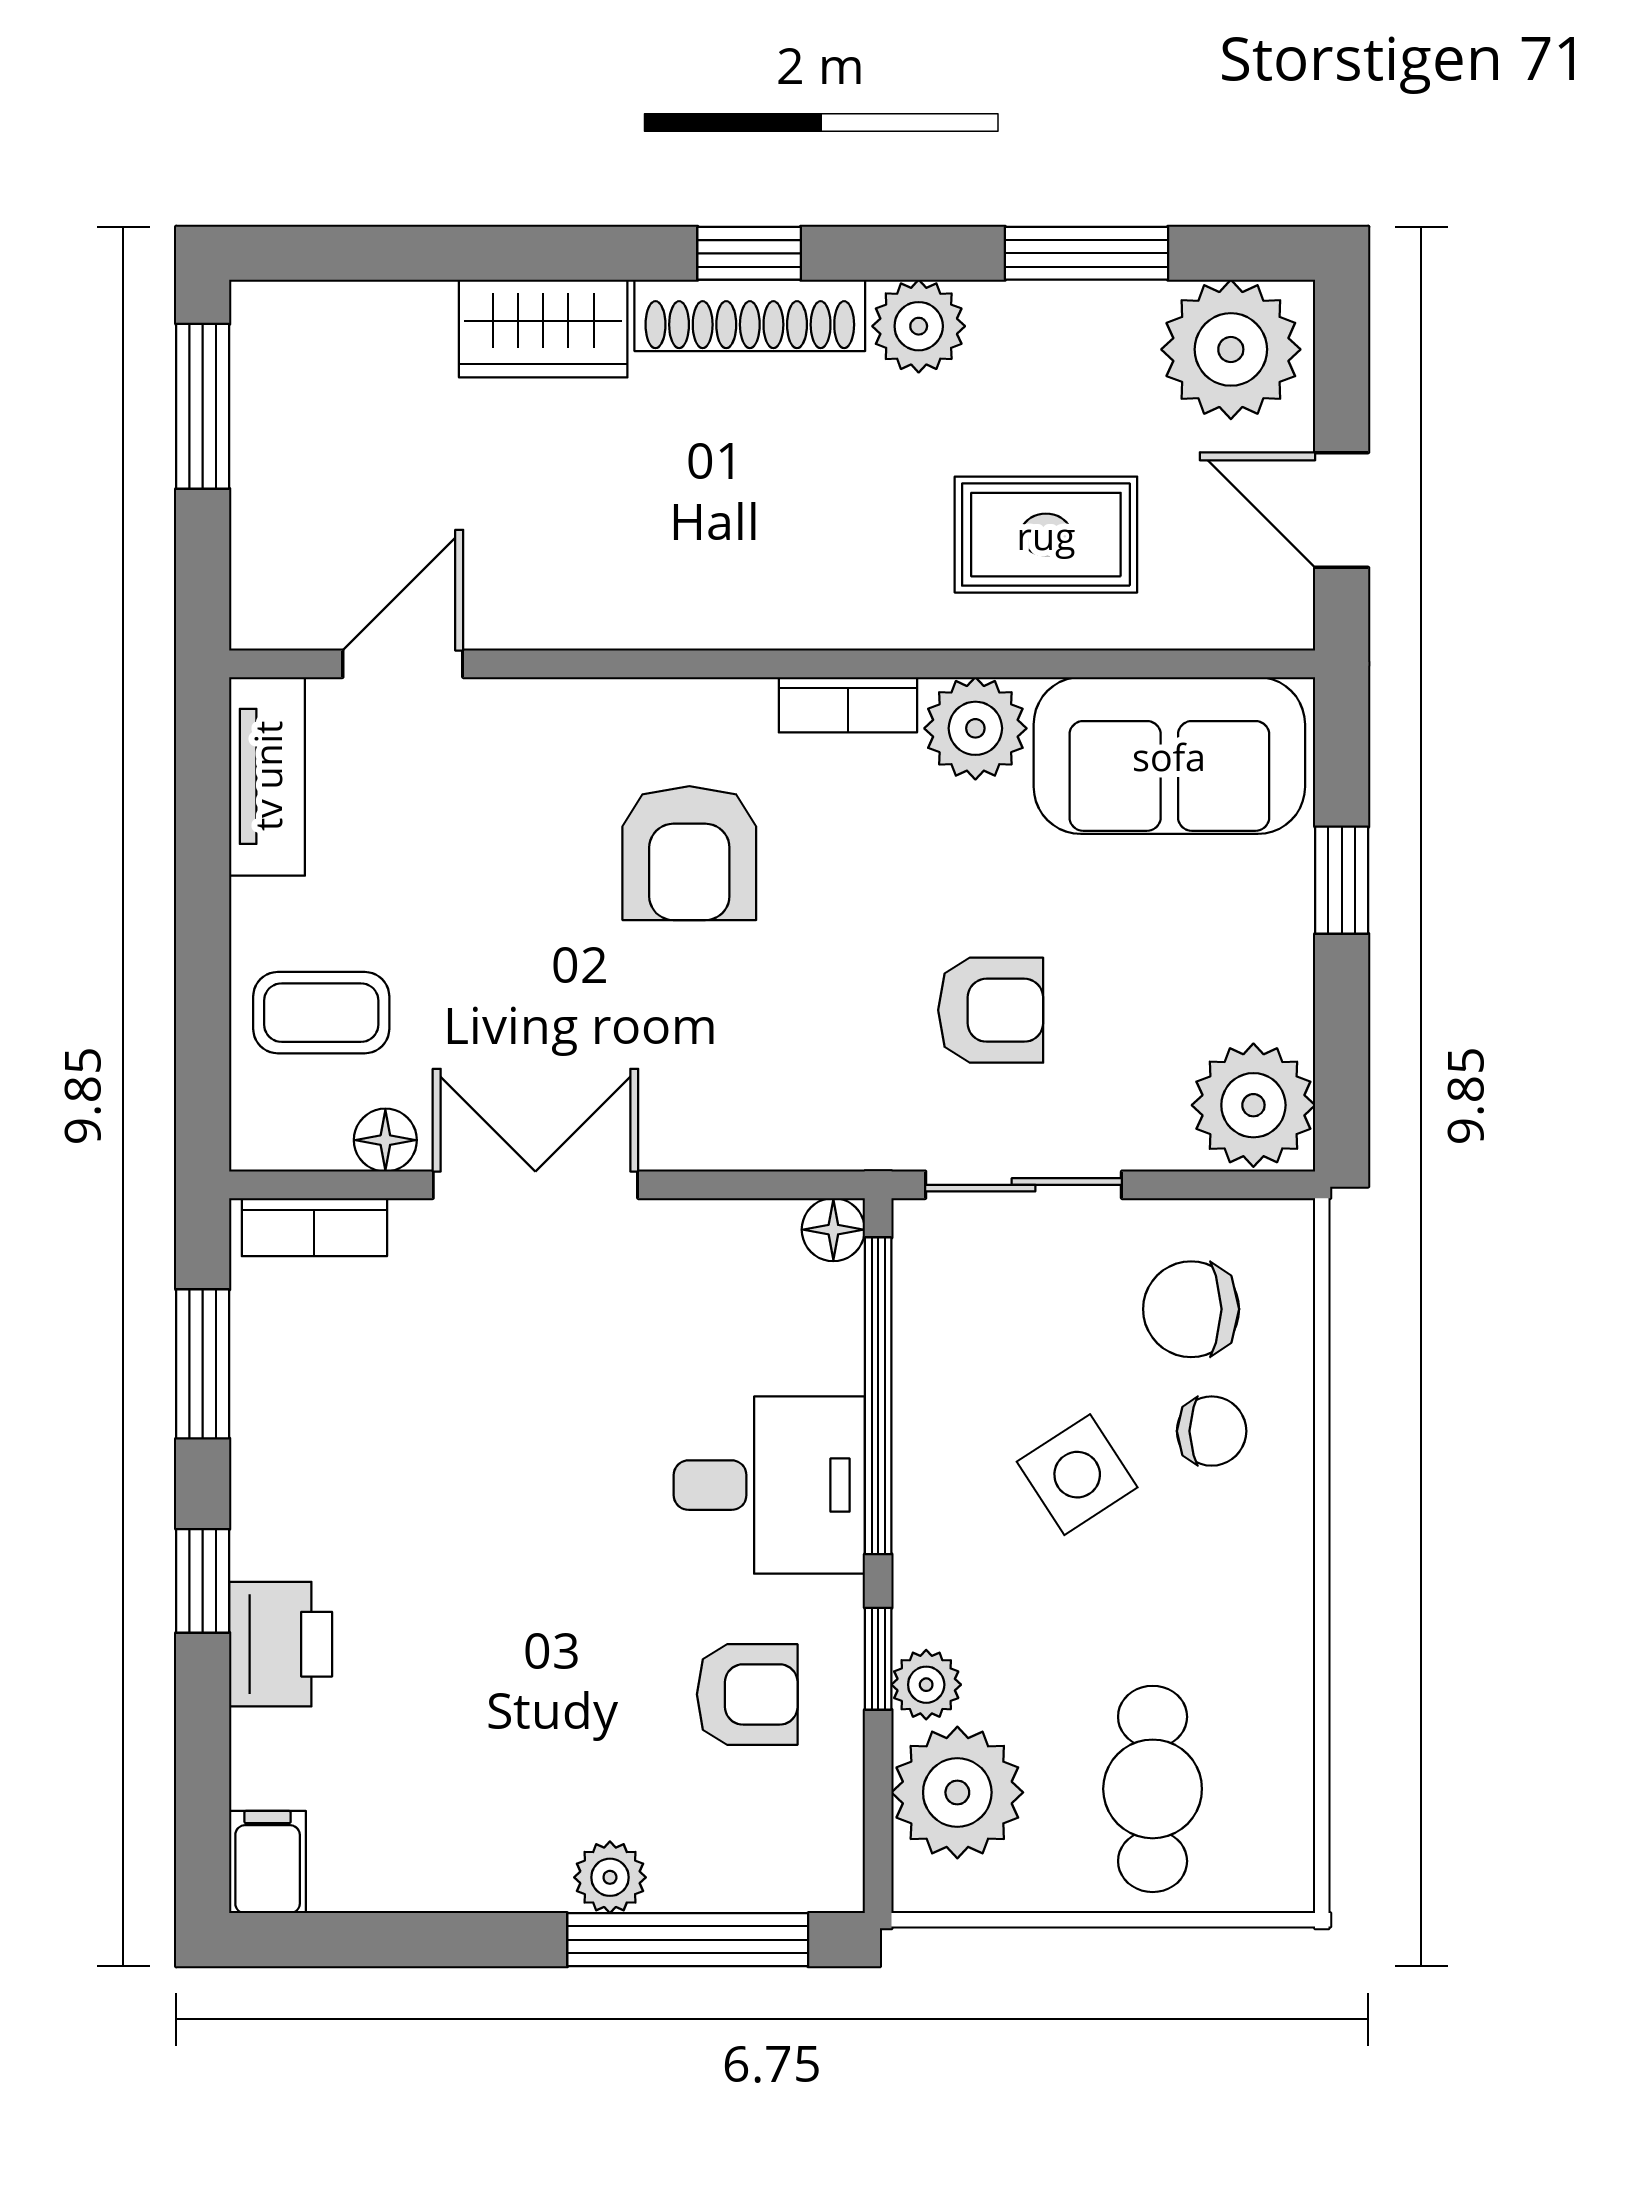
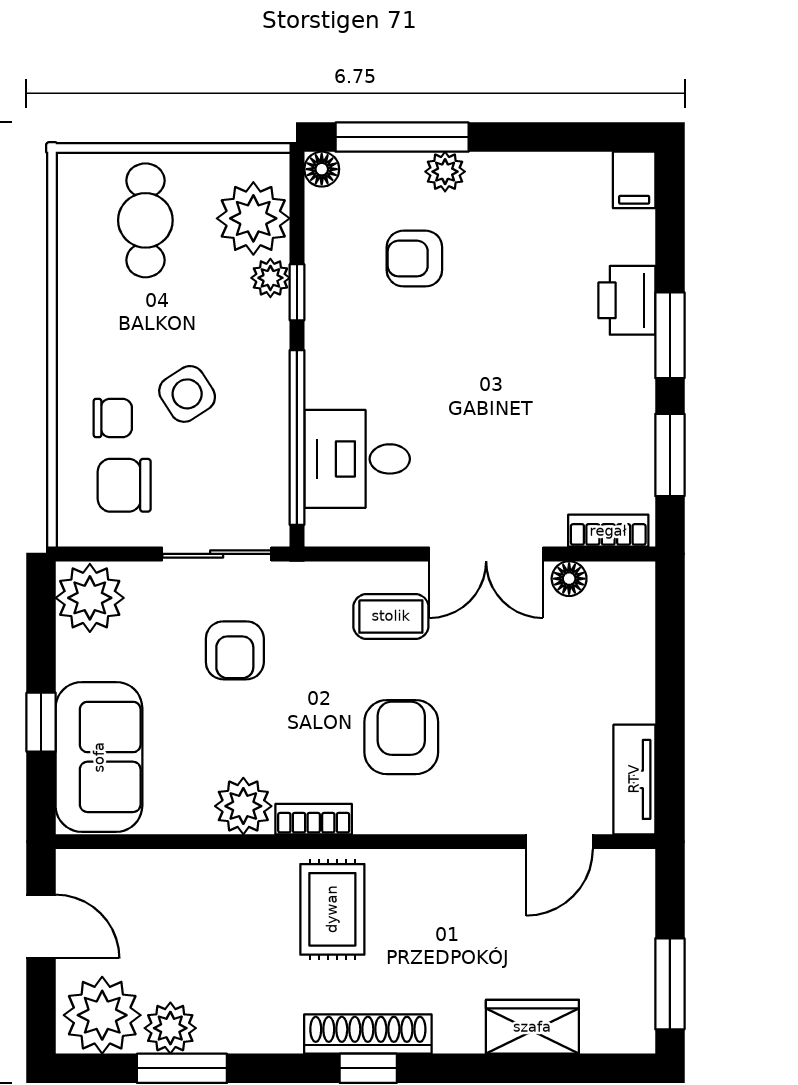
plant: (919, 326) -> (170, 1028), moved
wardrobe: (543, 329) -> (532, 1027), moved
rug: (1046, 535) -> (332, 909), moved, turned 90
sofa: (1169, 756) -> (99, 757), moved, turned 90
armchair: (991, 1010) -> (235, 650), turned -90
coffee table: (321, 1013) -> (391, 616), moved
floor lamp: (833, 1230) -> (322, 169), moved
chair: (1191, 1309) -> (124, 485), turned 180
chair: (1212, 1431) -> (113, 418), turned 180
desk: (769, 1485) -> (357, 459), moved
window: (203, 1581) -> (670, 335), width x1.50
armchair: (747, 1694) -> (414, 259), moved

